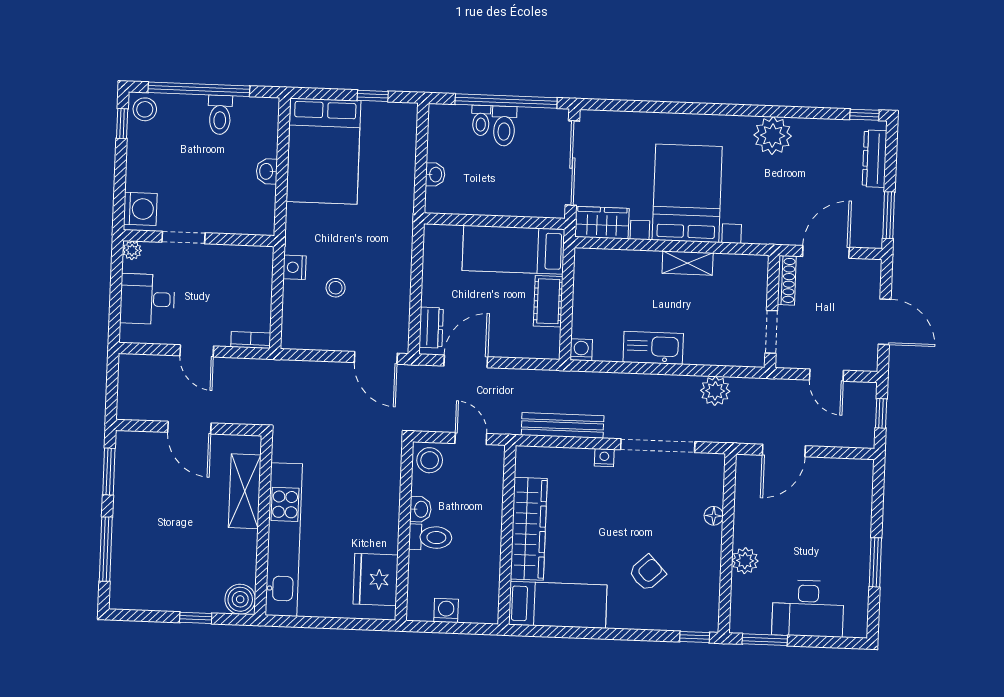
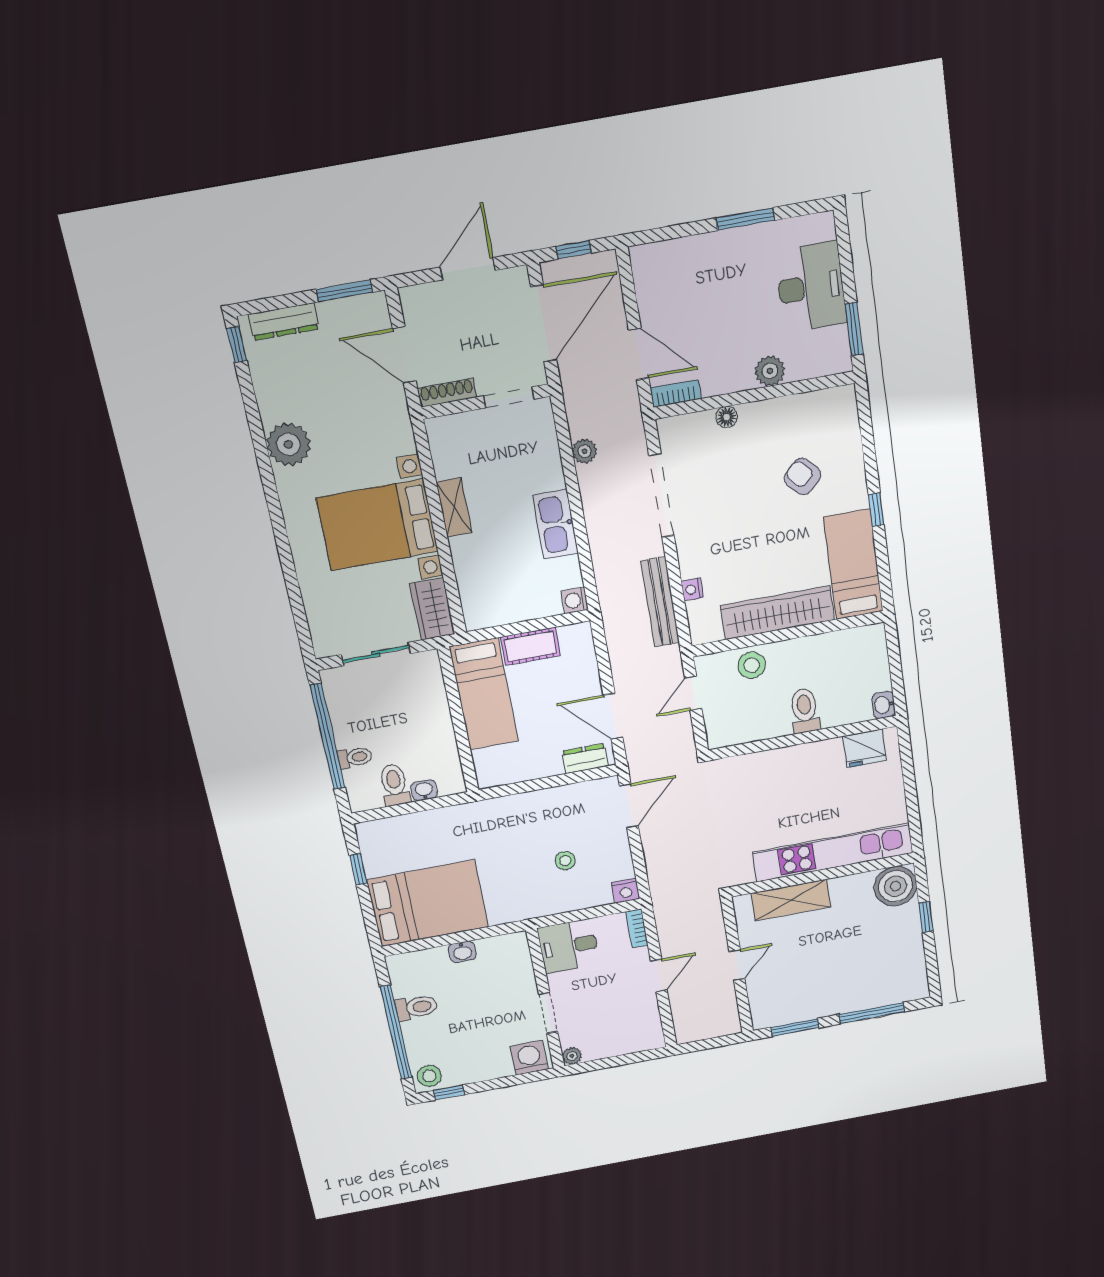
toilet: (504, 126) -> (394, 785), moved, turned -90
sliding door: (572, 163) -> (376, 654), width x0.73
nightstand: (295, 267) -> (626, 891), moved
desk: (147, 299) -> (569, 946), moved, turned 90
door: (826, 375) -> (544, 324), width x1.87
plant: (715, 391) -> (585, 451), width x0.73, depth x0.73
door: (189, 428) -> (737, 965), width x0.73
nightstand: (604, 458) -> (692, 589), moved
stool: (430, 460) -> (752, 665), moved
bookcase: (744, 476) -> (676, 393), added
washbasin: (421, 509) -> (884, 705), moved, turned -90
fridge: (376, 579) -> (864, 748), width x0.73, depth x0.75
boiler: (240, 599) -> (895, 886), width x1.37, depth x1.37
washing machine: (446, 610) -> (878, 678), removed
window: (695, 637) -> (876, 510), moved

